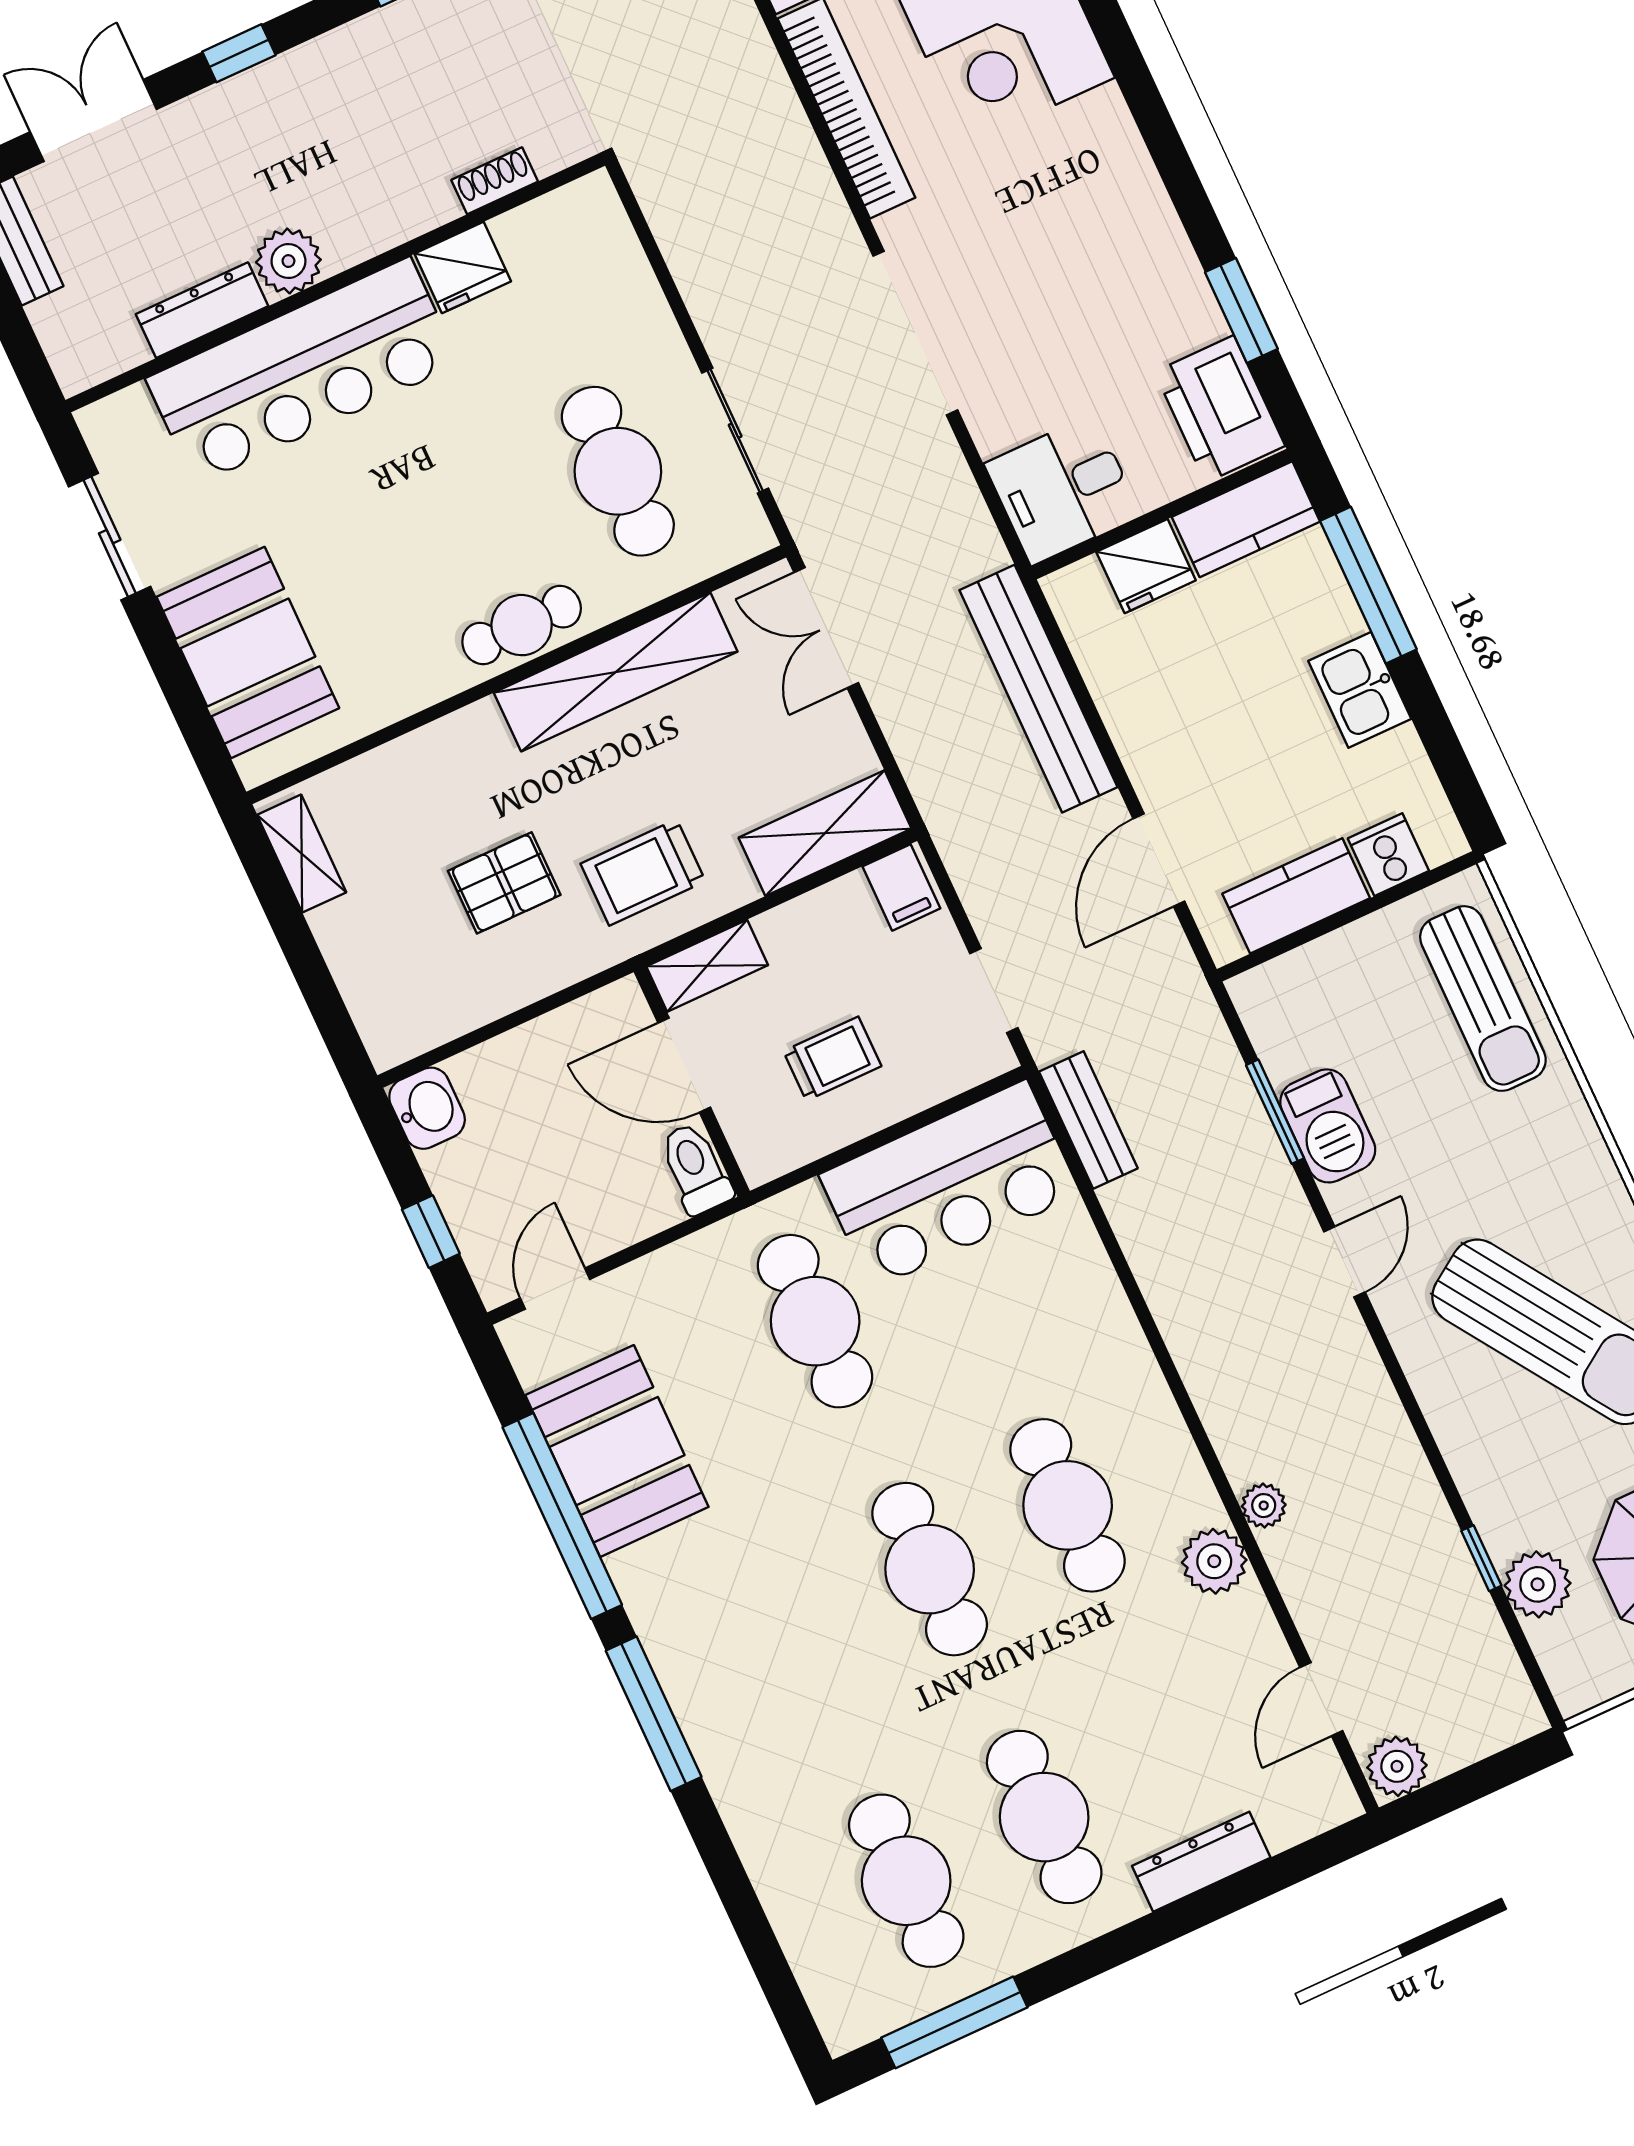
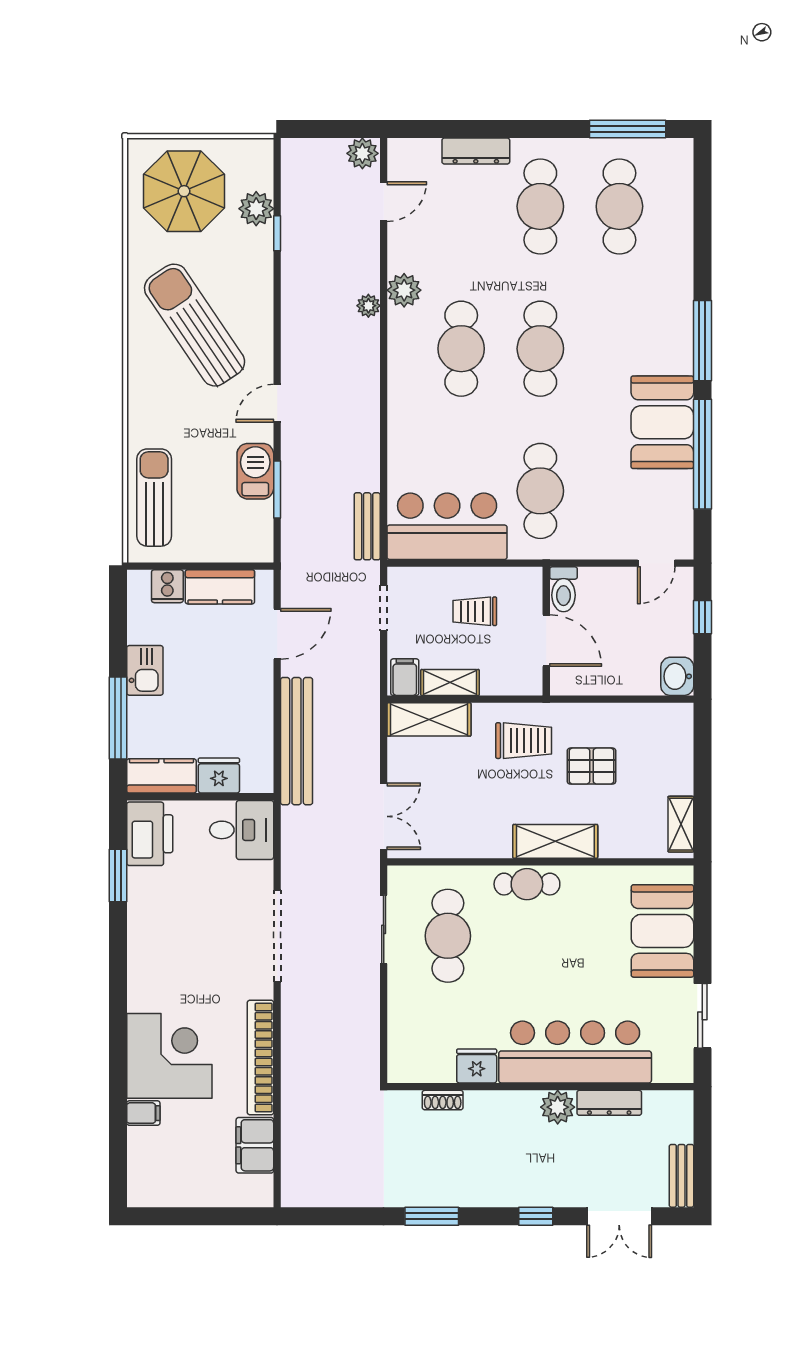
shelving: (616, 672) -> (555, 841), moved, width x0.68
shelving: (707, 966) -> (450, 683), moved
booth: (617, 1451) -> (662, 422), moved

